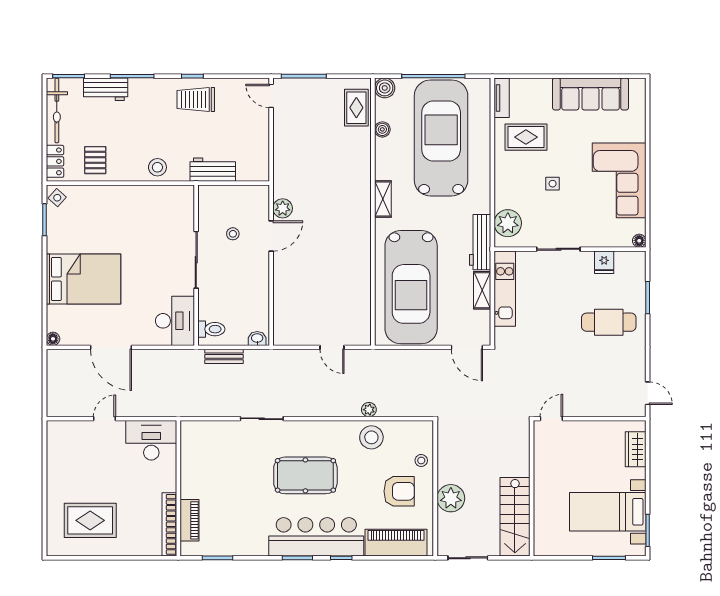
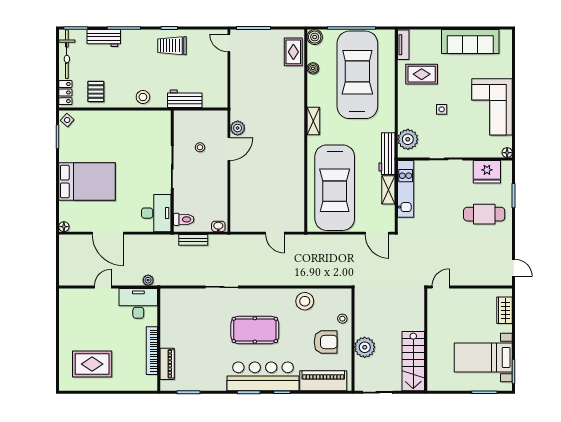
fridge: (604, 262) -> (487, 172), width x1.88, depth x1.34
plant: (369, 410) -> (148, 280), moved
bookcase: (169, 524) -> (152, 351), moved

